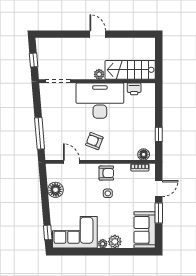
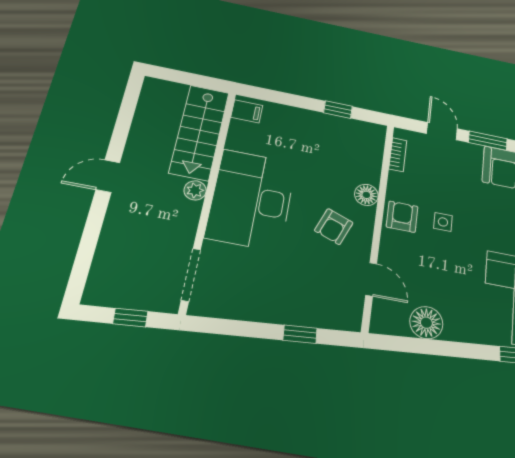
printer: (134, 89) -> (240, 133), removed
filing cabinet: (147, 90) -> (247, 111), added
window: (40, 133) -> (300, 334), width x0.46
floor lamp: (144, 154) -> (366, 195), moved
door: (71, 162) -> (371, 279), swing flipped

